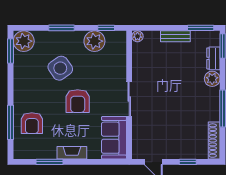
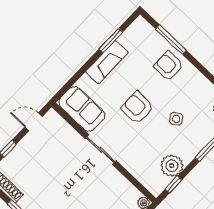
side table: (60, 68) -> (176, 119), width x0.54, depth x0.54
armchair: (32, 123) -> (169, 66), moved
fireplace: (72, 153) -> (107, 62), width x1.37, depth x1.32

